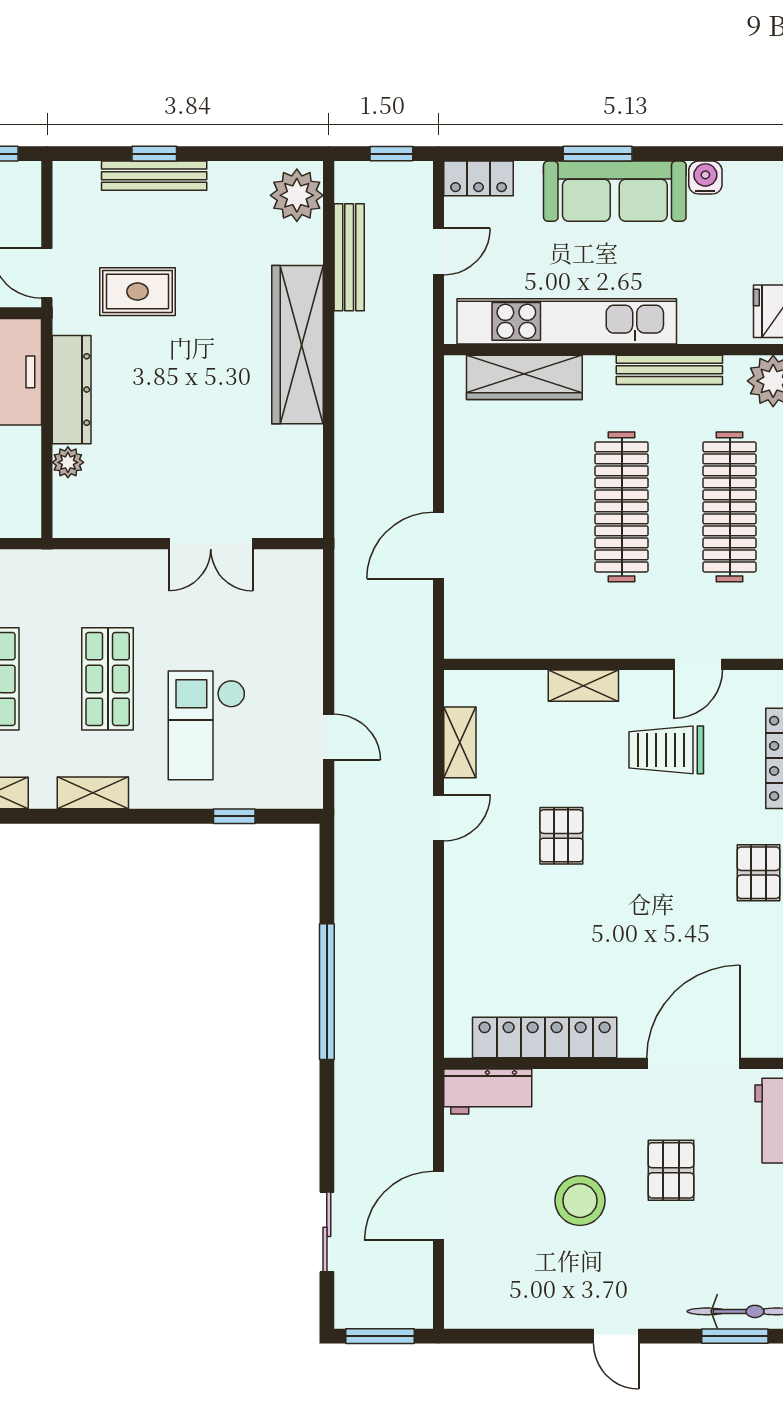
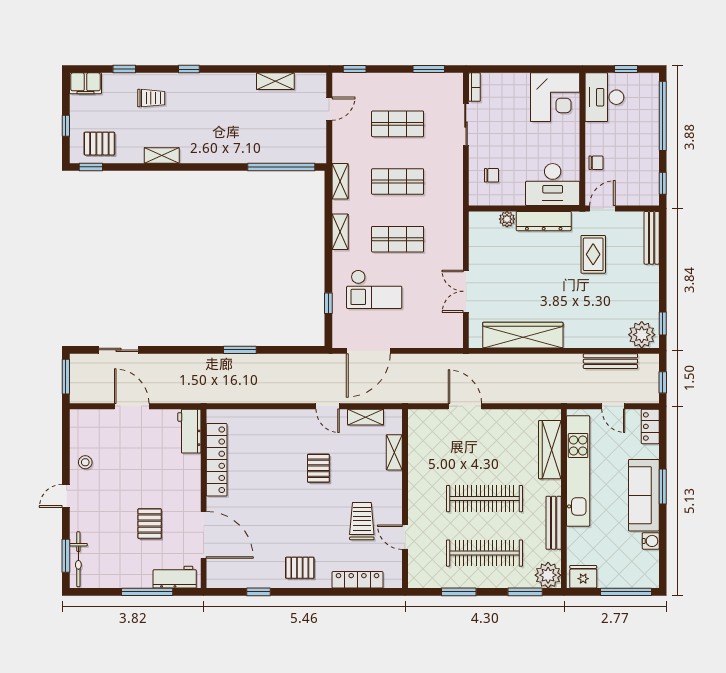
window: (154, 154) -> (663, 323), moved
bench: (154, 176) -> (652, 238), moved
wardrobe: (298, 345) -> (523, 335), moved
shelving: (583, 686) -> (394, 452), moved
checkout: (207, 725) -> (374, 289), turned 180
door: (329, 737) -> (368, 351), width x1.87
pallet: (561, 836) -> (318, 468), turned 90
window: (327, 992) -> (240, 350), width x0.47
pallet: (671, 1170) -> (150, 524), turned 90
stool: (580, 1201) -> (85, 462), moved, width x0.53, depth x0.53

